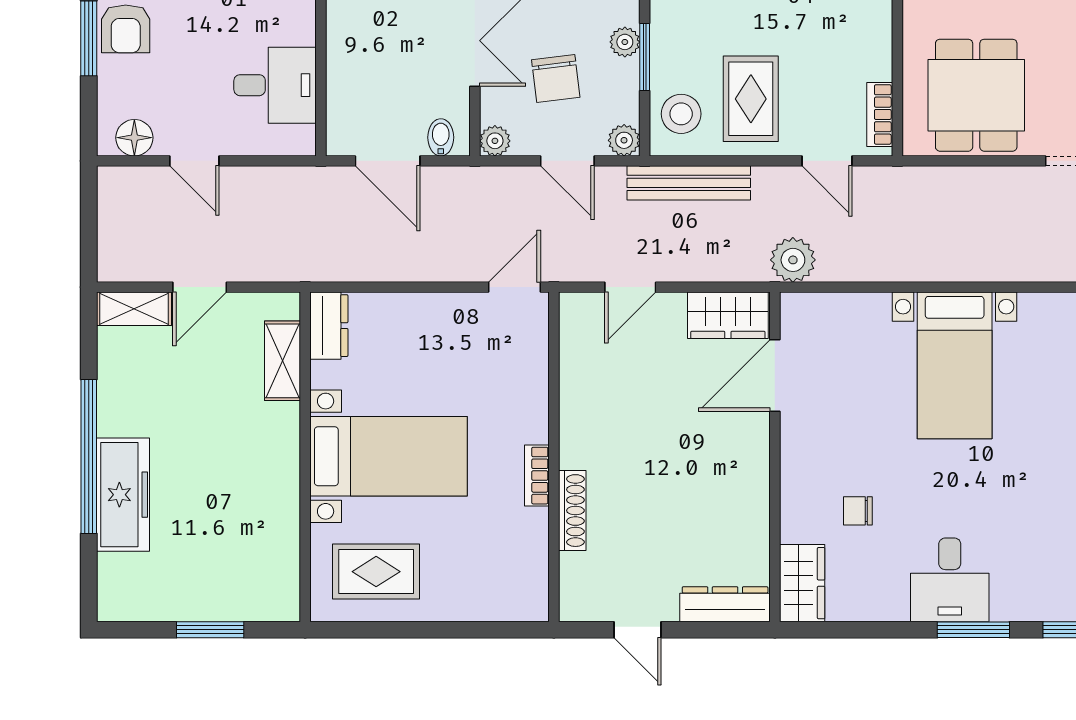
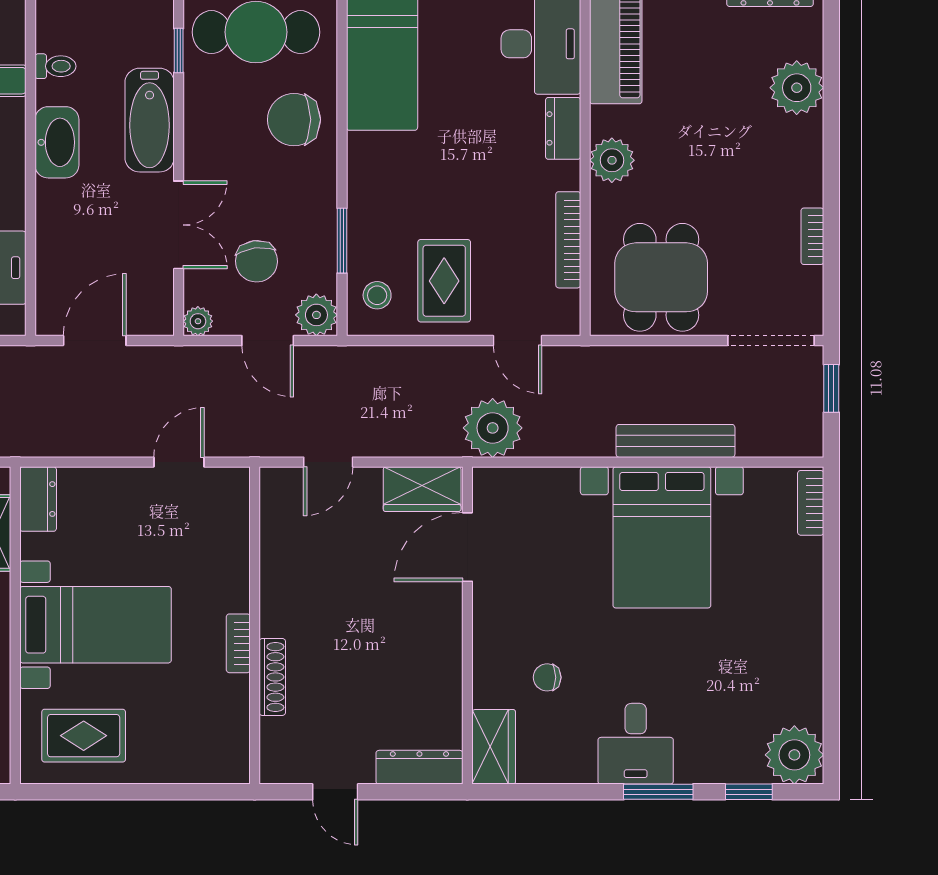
plant: (625, 42) -> (323, 226), removed
stool: (681, 114) -> (377, 295), width x0.73, depth x0.73
bookcase: (880, 114) -> (568, 240), moved, width x1.56
bidet: (441, 137) -> (146, 318), removed
plant: (624, 140) -> (316, 315), width x1.38, depth x1.38
door: (388, 161) -> (95, 340), swing flipped
bench: (689, 183) -> (676, 441), moved
plant: (793, 260) -> (493, 428), width x1.36, depth x1.36
door: (514, 287) -> (179, 462), moved
bed with nightstands: (955, 365) -> (662, 537), width x1.36

